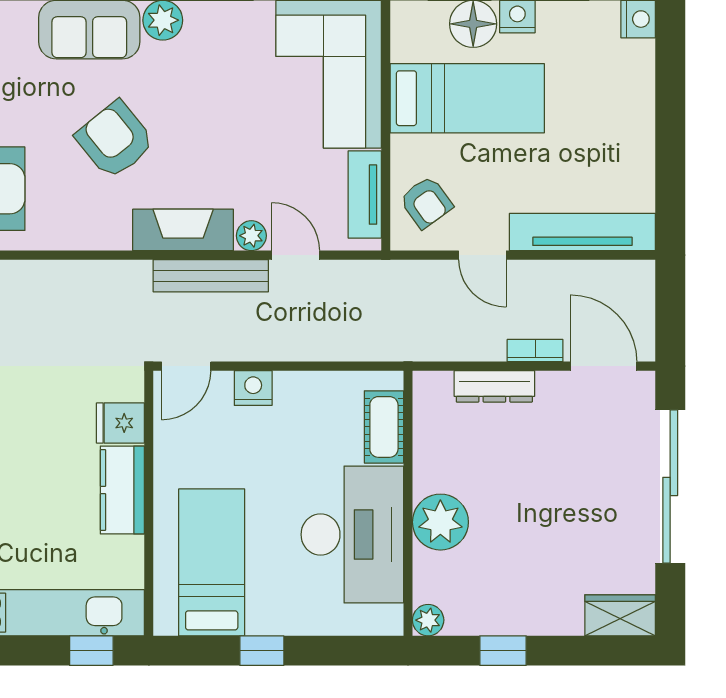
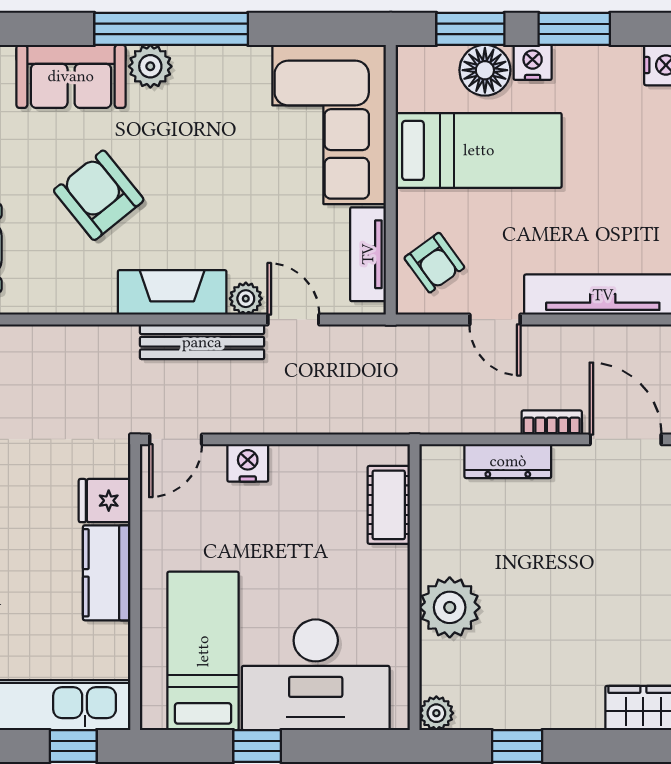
desk: (352, 535) -> (316, 675), moved, turned 90

